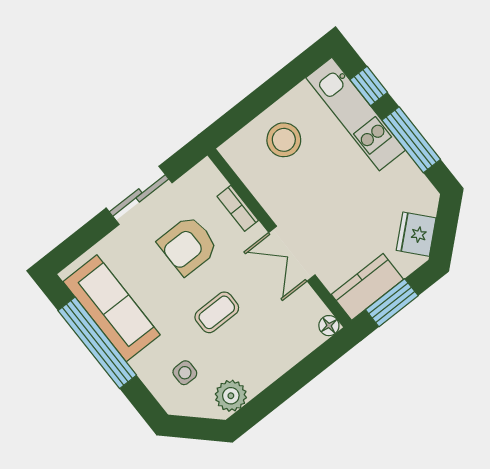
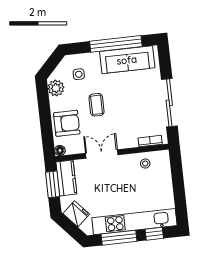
kitchen unit: (356, 114) -> (134, 222), width x1.36
stool: (284, 140) -> (145, 164), moved, width x0.53, depth x0.53
sliding door: (139, 195) -> (169, 103), width x1.37
bookcase: (238, 208) -> (150, 141), moved
armchair: (188, 245) -> (67, 123), moved, turned 90

